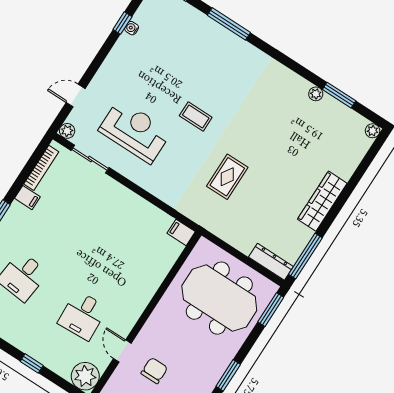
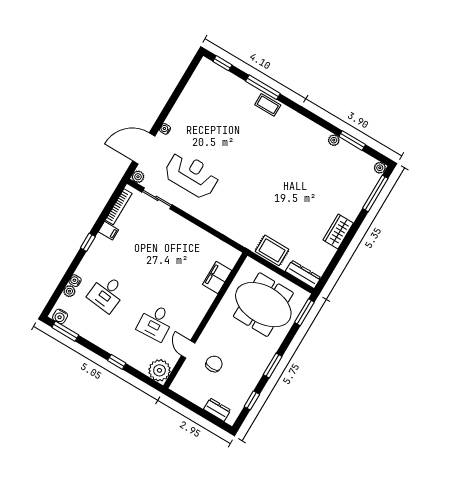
window: (122, 23) -> (179, 90), removed
water cooler: (132, 28) -> (165, 129), moved
door: (76, 96) -> (144, 148), width x1.88
coffee table: (196, 117) -> (268, 105), moved
rug: (227, 177) -> (272, 250), moved, turned 90
wardrobe: (322, 201) -> (338, 231), width x0.67
filing cabinet: (181, 232) -> (217, 278), moved, width x2.00
window: (305, 256) -> (375, 193), moved

